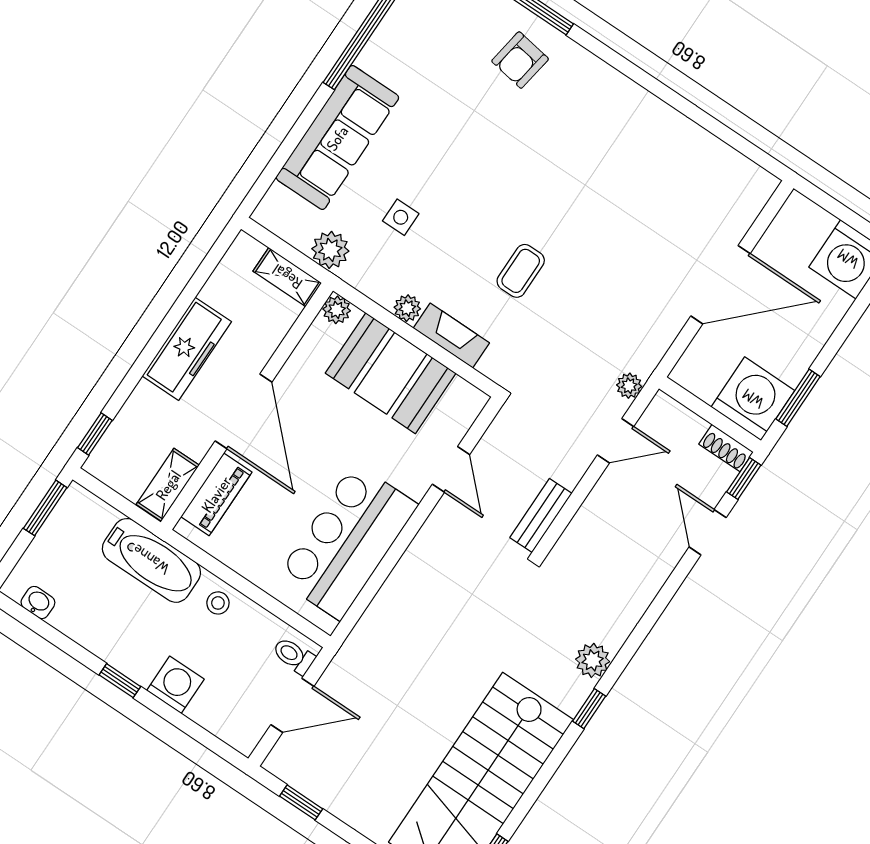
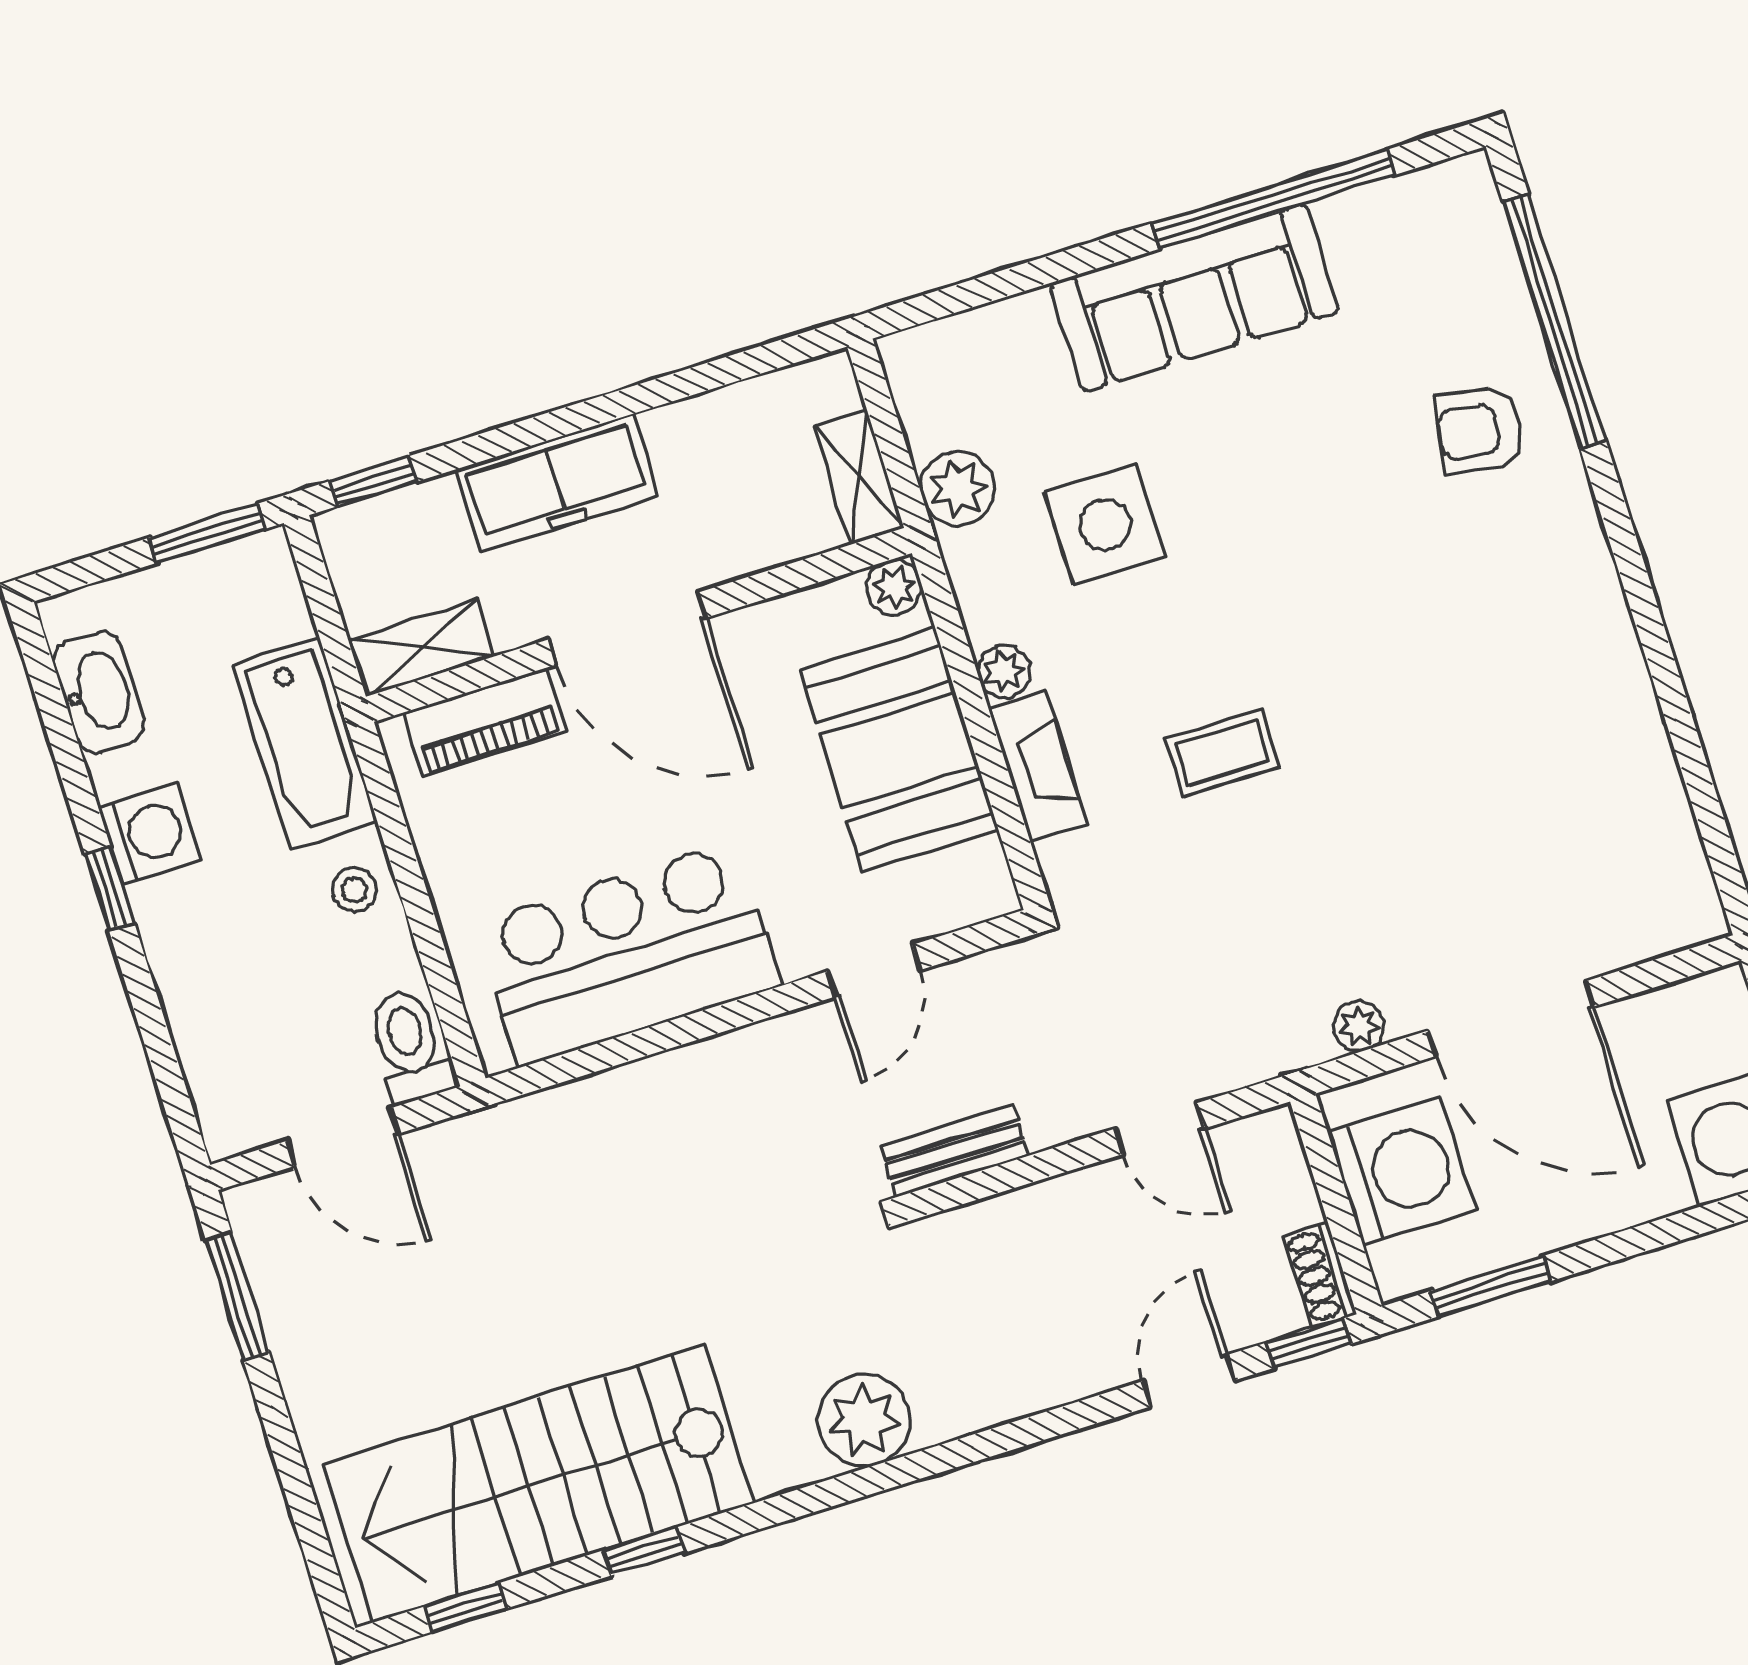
sofa: (337, 138) -> (1194, 298), moved
side table: (401, 217) -> (1105, 524), width x1.87, depth x1.87
freezer: (187, 349) -> (556, 483), moved
plant: (629, 386) -> (1359, 1026), moved
washing machine: (753, 399) -> (1402, 1172), moved
door: (243, 411) -> (627, 628), hinge flipped
washbasin: (38, 602) -> (99, 692), width x1.91, depth x1.45
toilet: (294, 656) -> (409, 1046), width x1.37, depth x1.39
plant: (593, 660) -> (864, 1420), width x1.36, depth x1.36
washing machine: (175, 685) -> (149, 834), moved
window: (589, 709) -> (644, 1551), moved
window: (301, 802) -> (237, 1296), width x1.50

